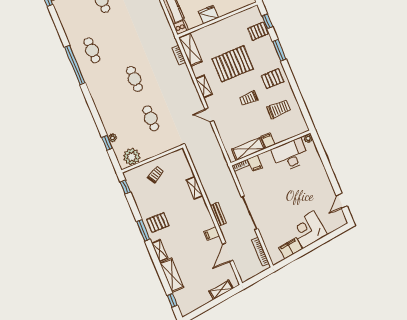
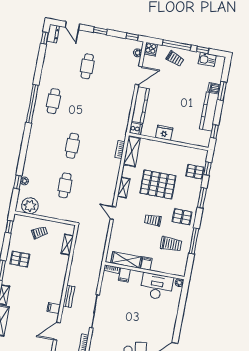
window: (297, 93) -> (194, 241), added
shelving: (195, 188) -> (67, 245), moved
pallet: (158, 223) -> (20, 259), moved

